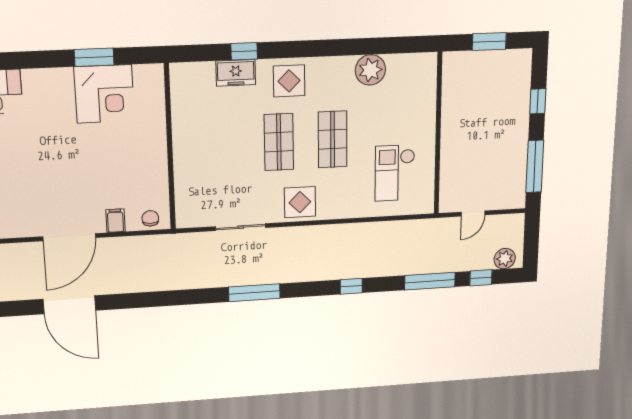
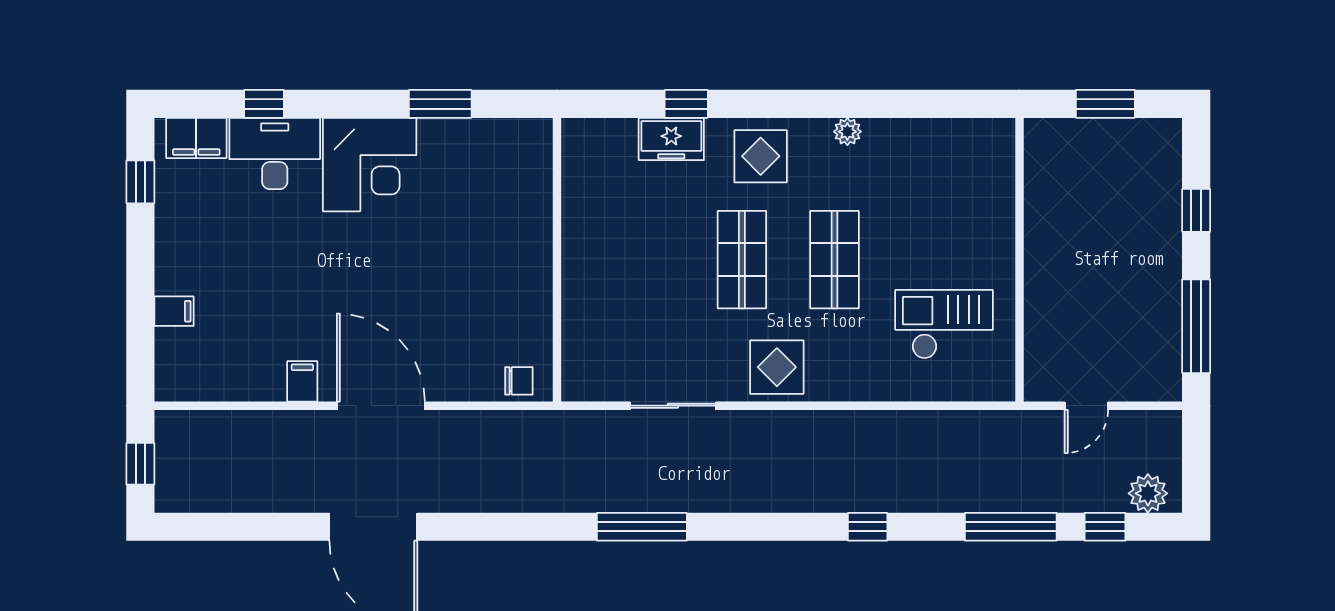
plant: (370, 70) -> (847, 132), moved, width x0.53, depth x0.53
corner desk: (104, 94) -> (370, 165), moved
checkout: (395, 173) -> (944, 324), turned 90
chair: (150, 218) -> (519, 381), turned 90
filing cabinet: (115, 221) -> (302, 381), moved
door: (69, 237) -> (381, 406), swing flipped
window: (254, 293) -> (642, 527), moved

